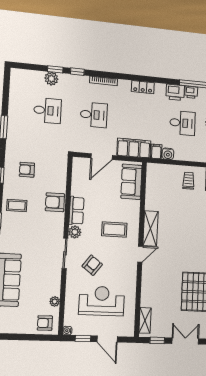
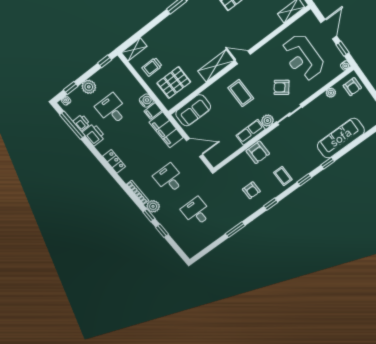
plant: (51, 79) -> (153, 206), moved
pallet: (164, 186) -> (174, 83), added

